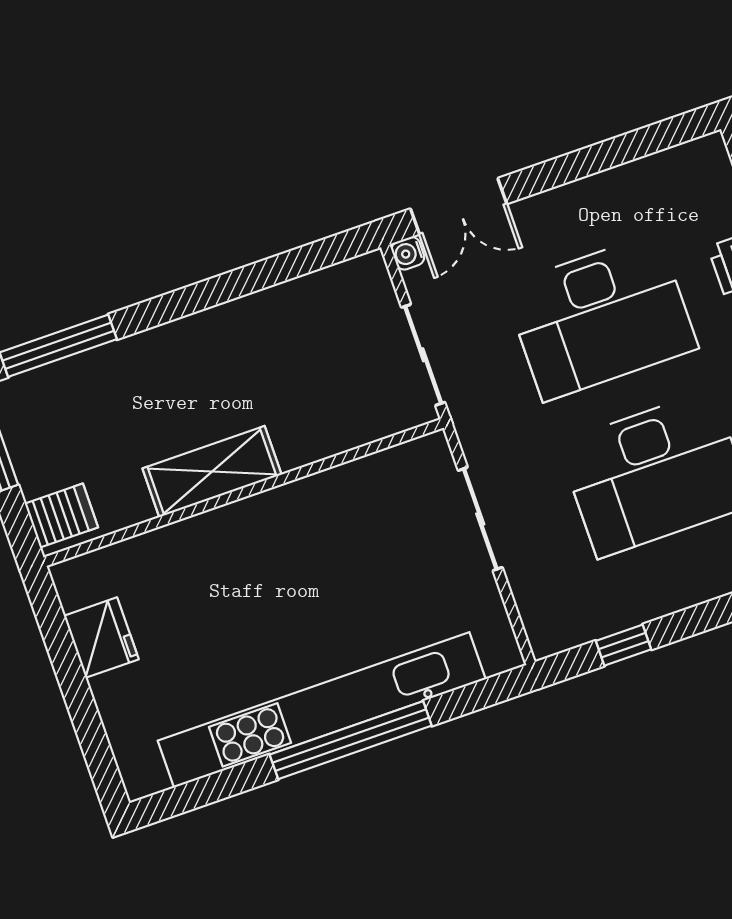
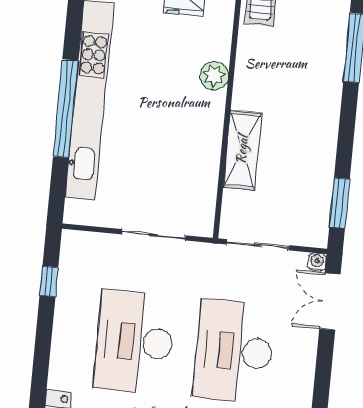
window: (303, 261) -> (339, 203), added
shelving: (212, 472) -> (242, 150), moved
plant: (198, 538) -> (214, 76), added

